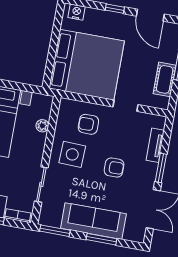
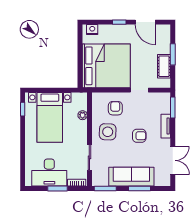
armchair: (88, 124) -> (115, 108), turned 90
tv unit: (155, 145) -> (166, 126), moved
window: (161, 168) -> (173, 107), moved

